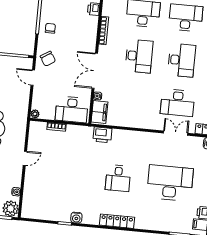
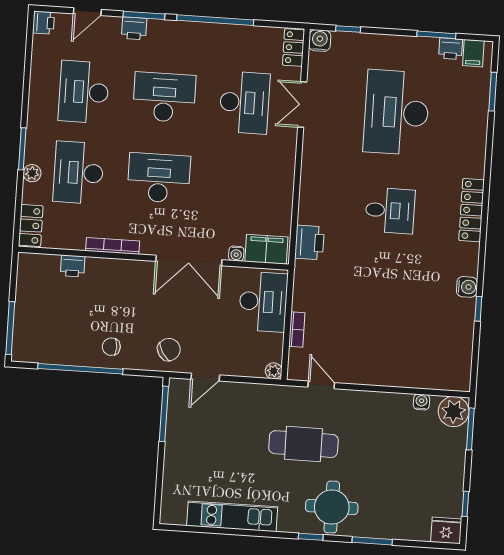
door: (25, 158) -> (321, 385), moved

